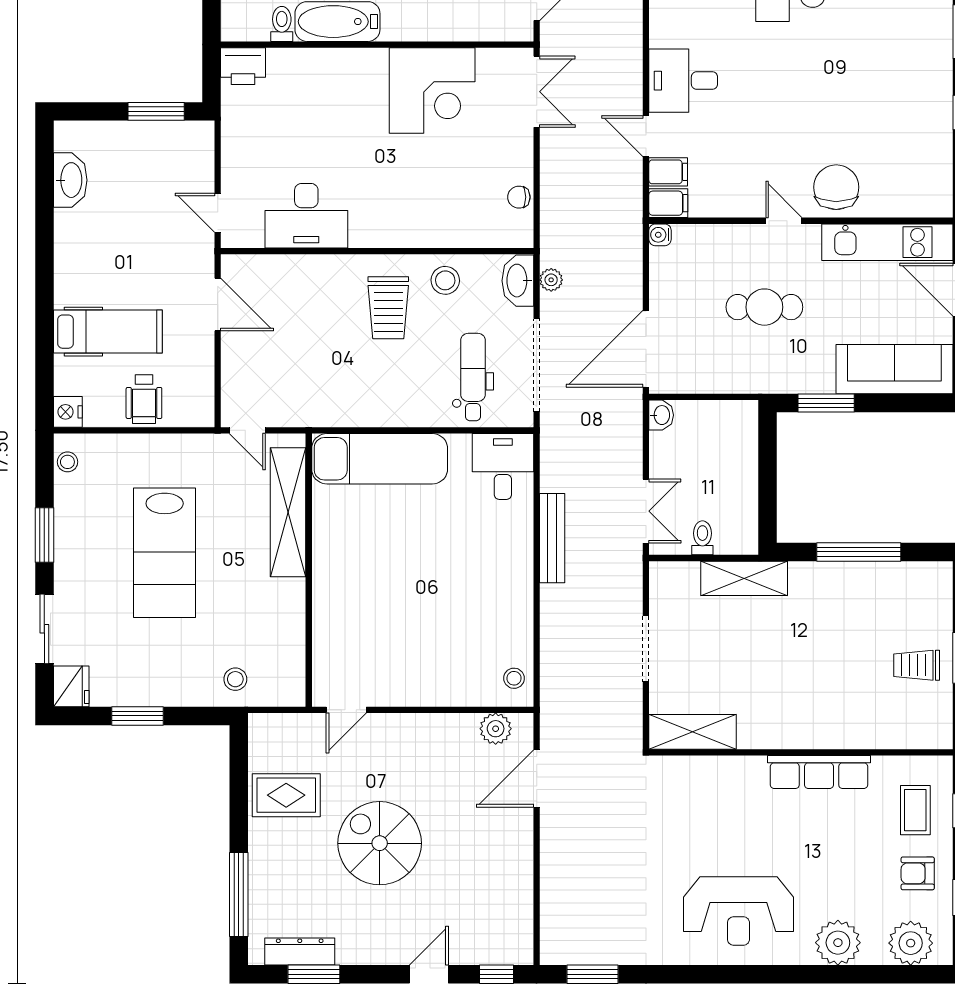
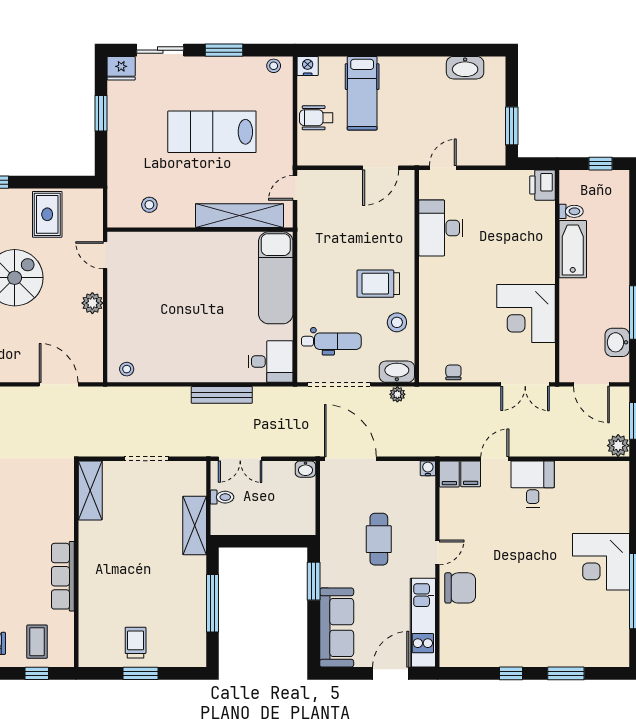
stool: (235, 679) -> (149, 205), moved
plant: (496, 729) -> (92, 303), moved
coffee table: (915, 810) -> (37, 642), turned 90

